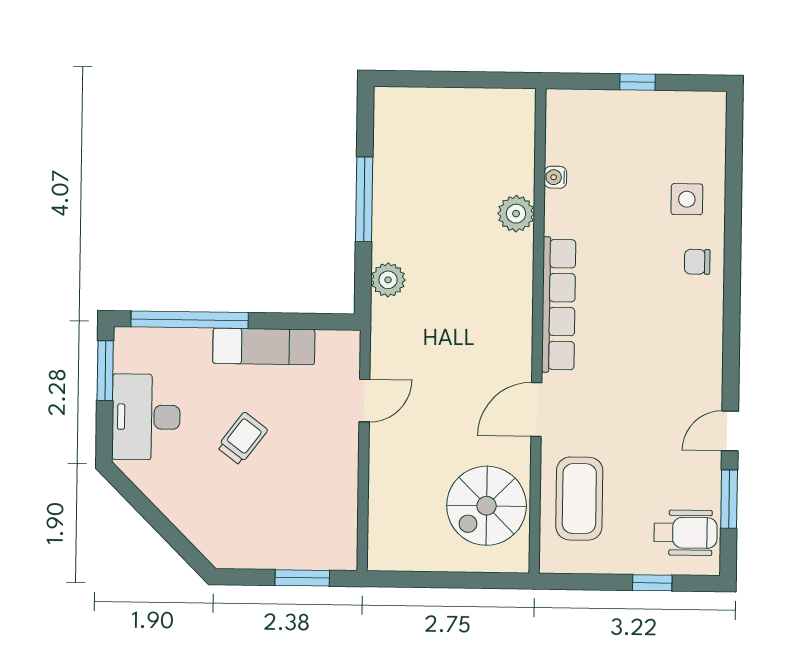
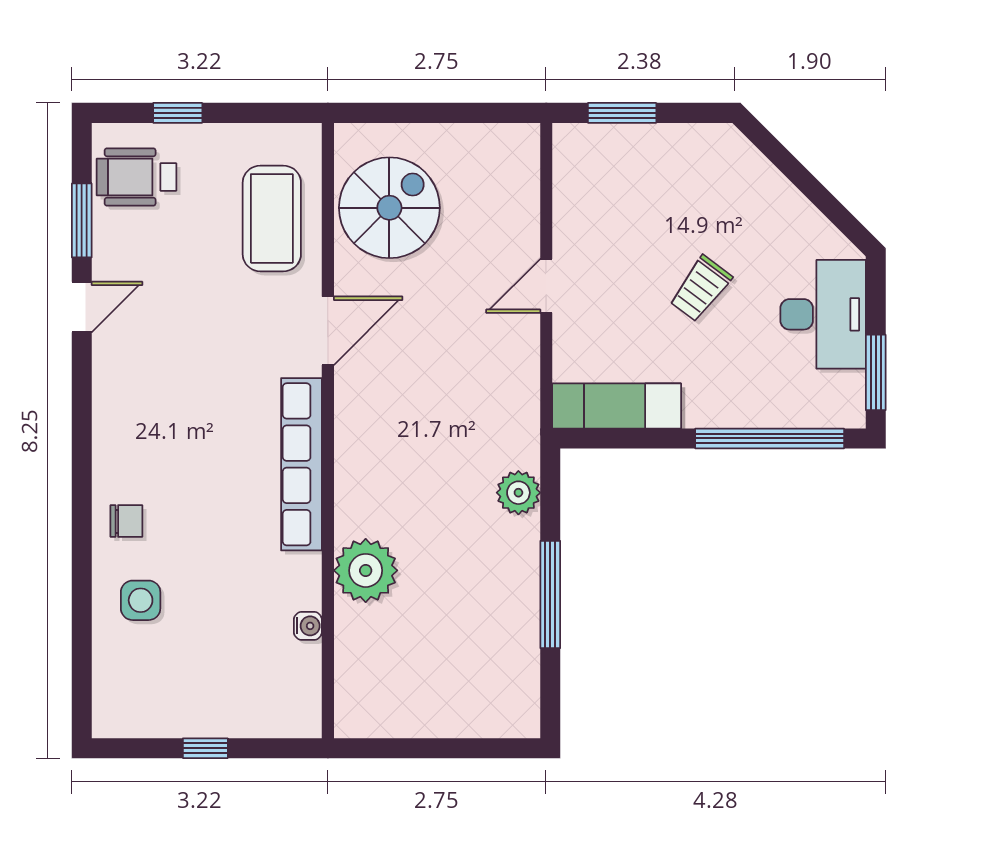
plant: (516, 214) -> (366, 570), width x1.36, depth x1.36
exam couch: (264, 346) -> (617, 406), moved
door: (364, 401) -> (546, 286), moved

